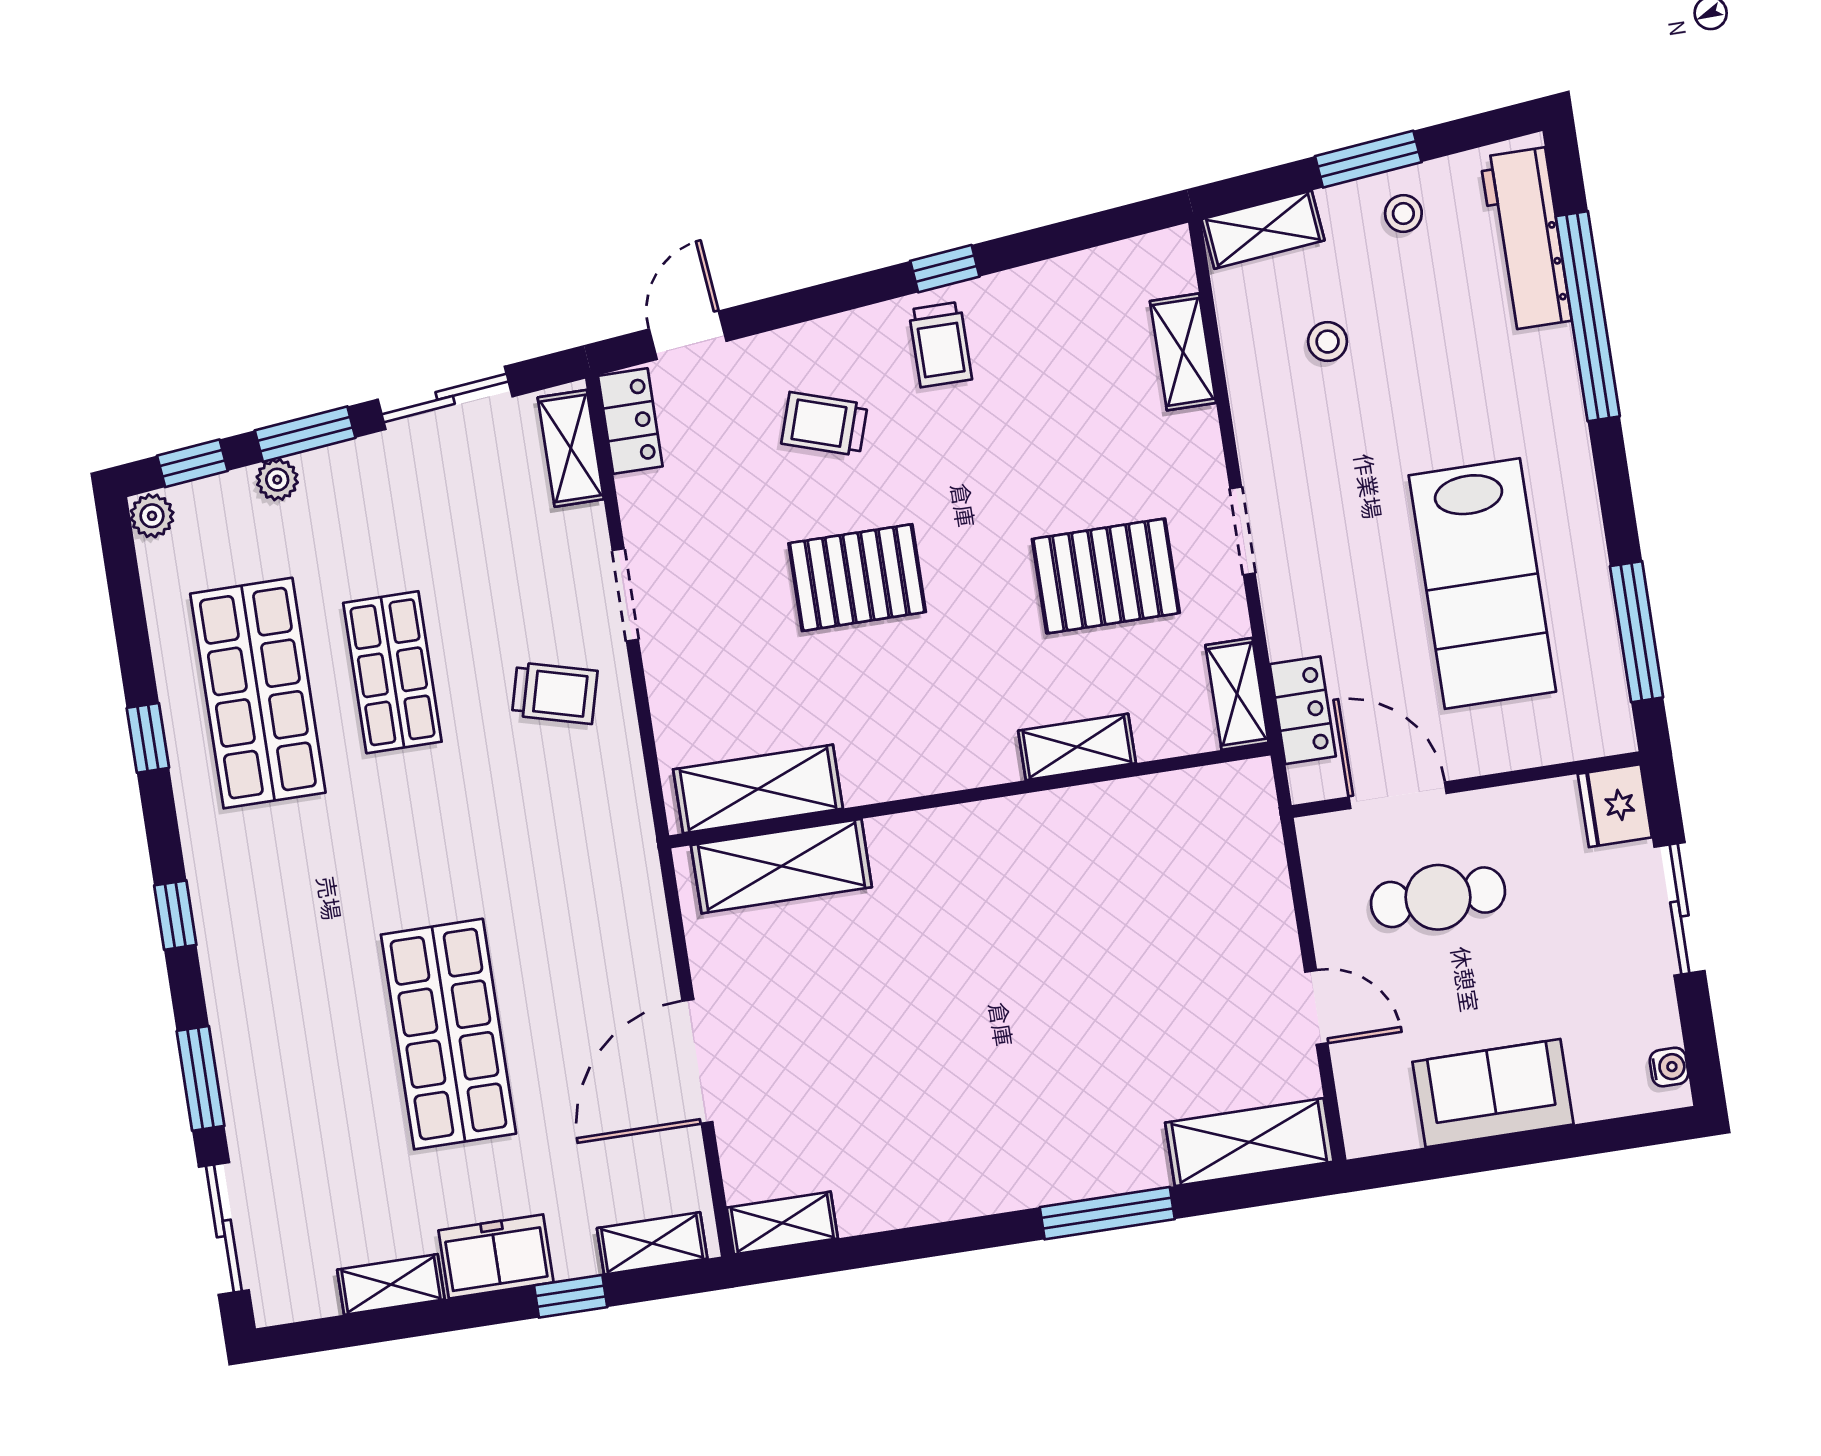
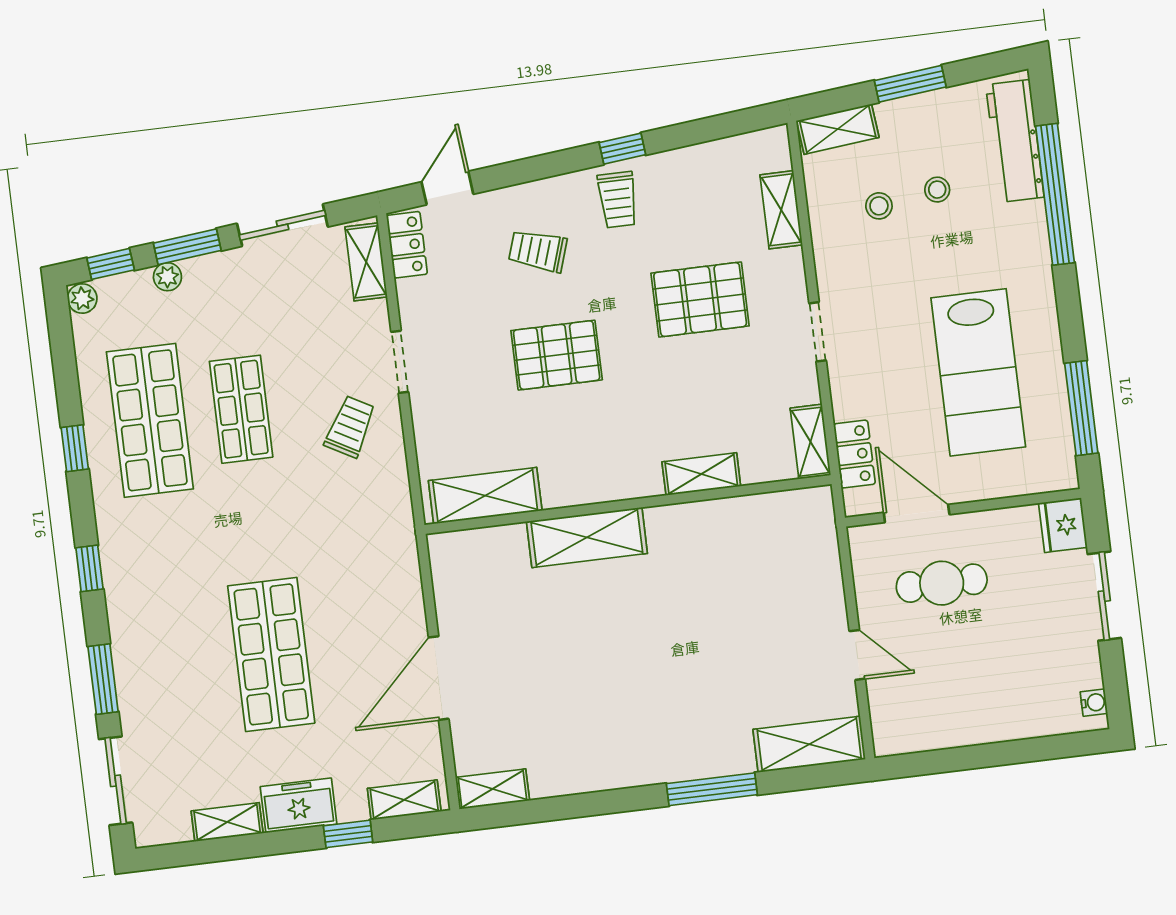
stool: (1403, 214) -> (937, 190), moved
pallet: (1106, 576) -> (700, 299), moved
trolley: (555, 693) -> (350, 427), turned -76
shelving: (781, 866) -> (587, 537), moved
sofa: (1493, 1093) -> (975, 716), removed

